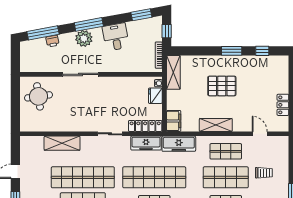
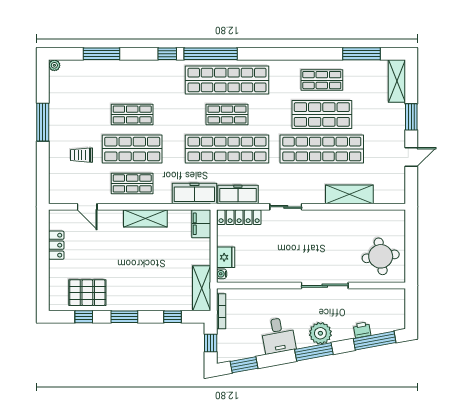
window: (195, 51) -> (172, 317), added
pallet: (222, 86) -> (87, 293), moved

